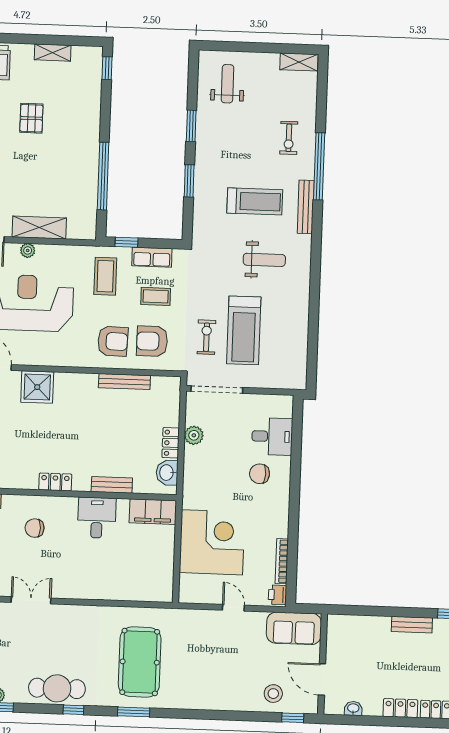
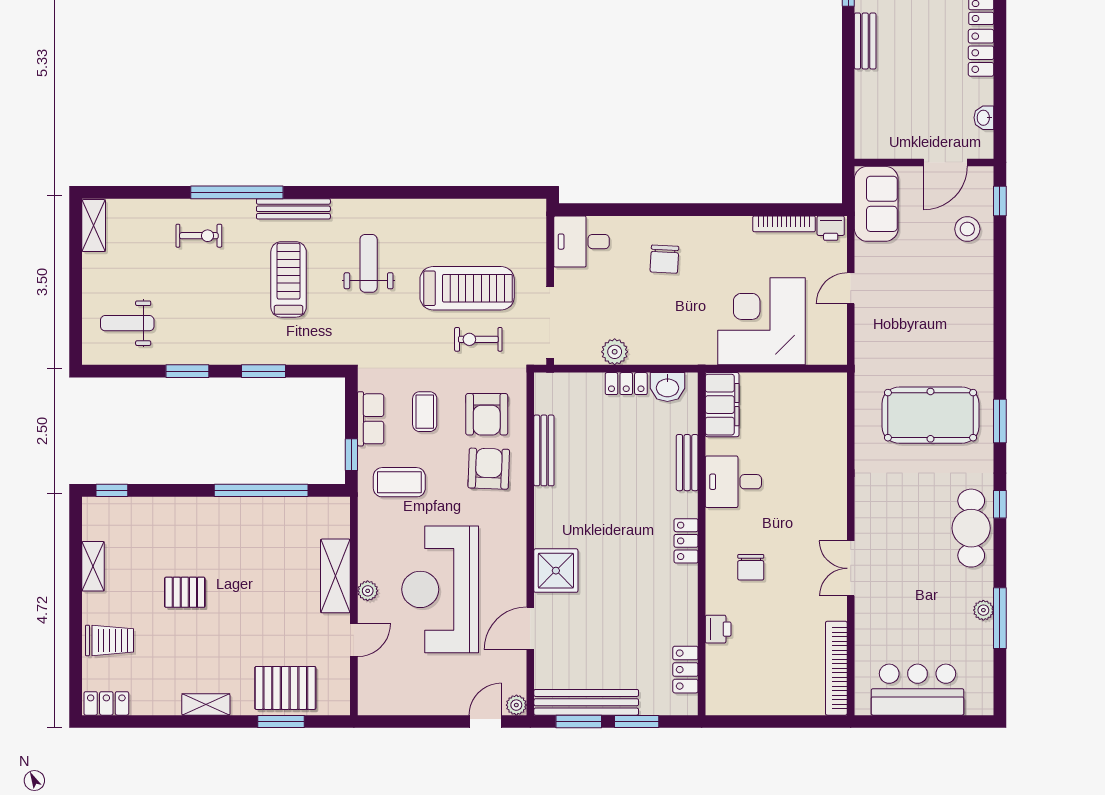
desk: (272, 436) -> (582, 242), moved, turned -90

